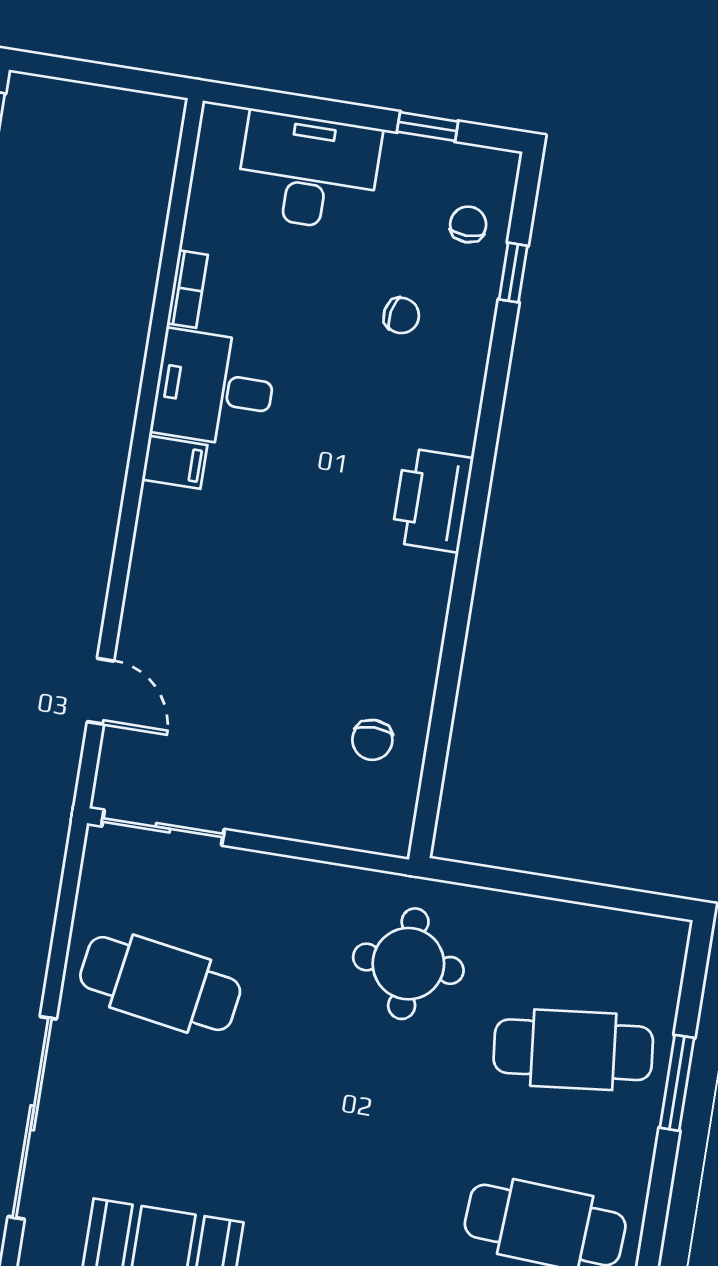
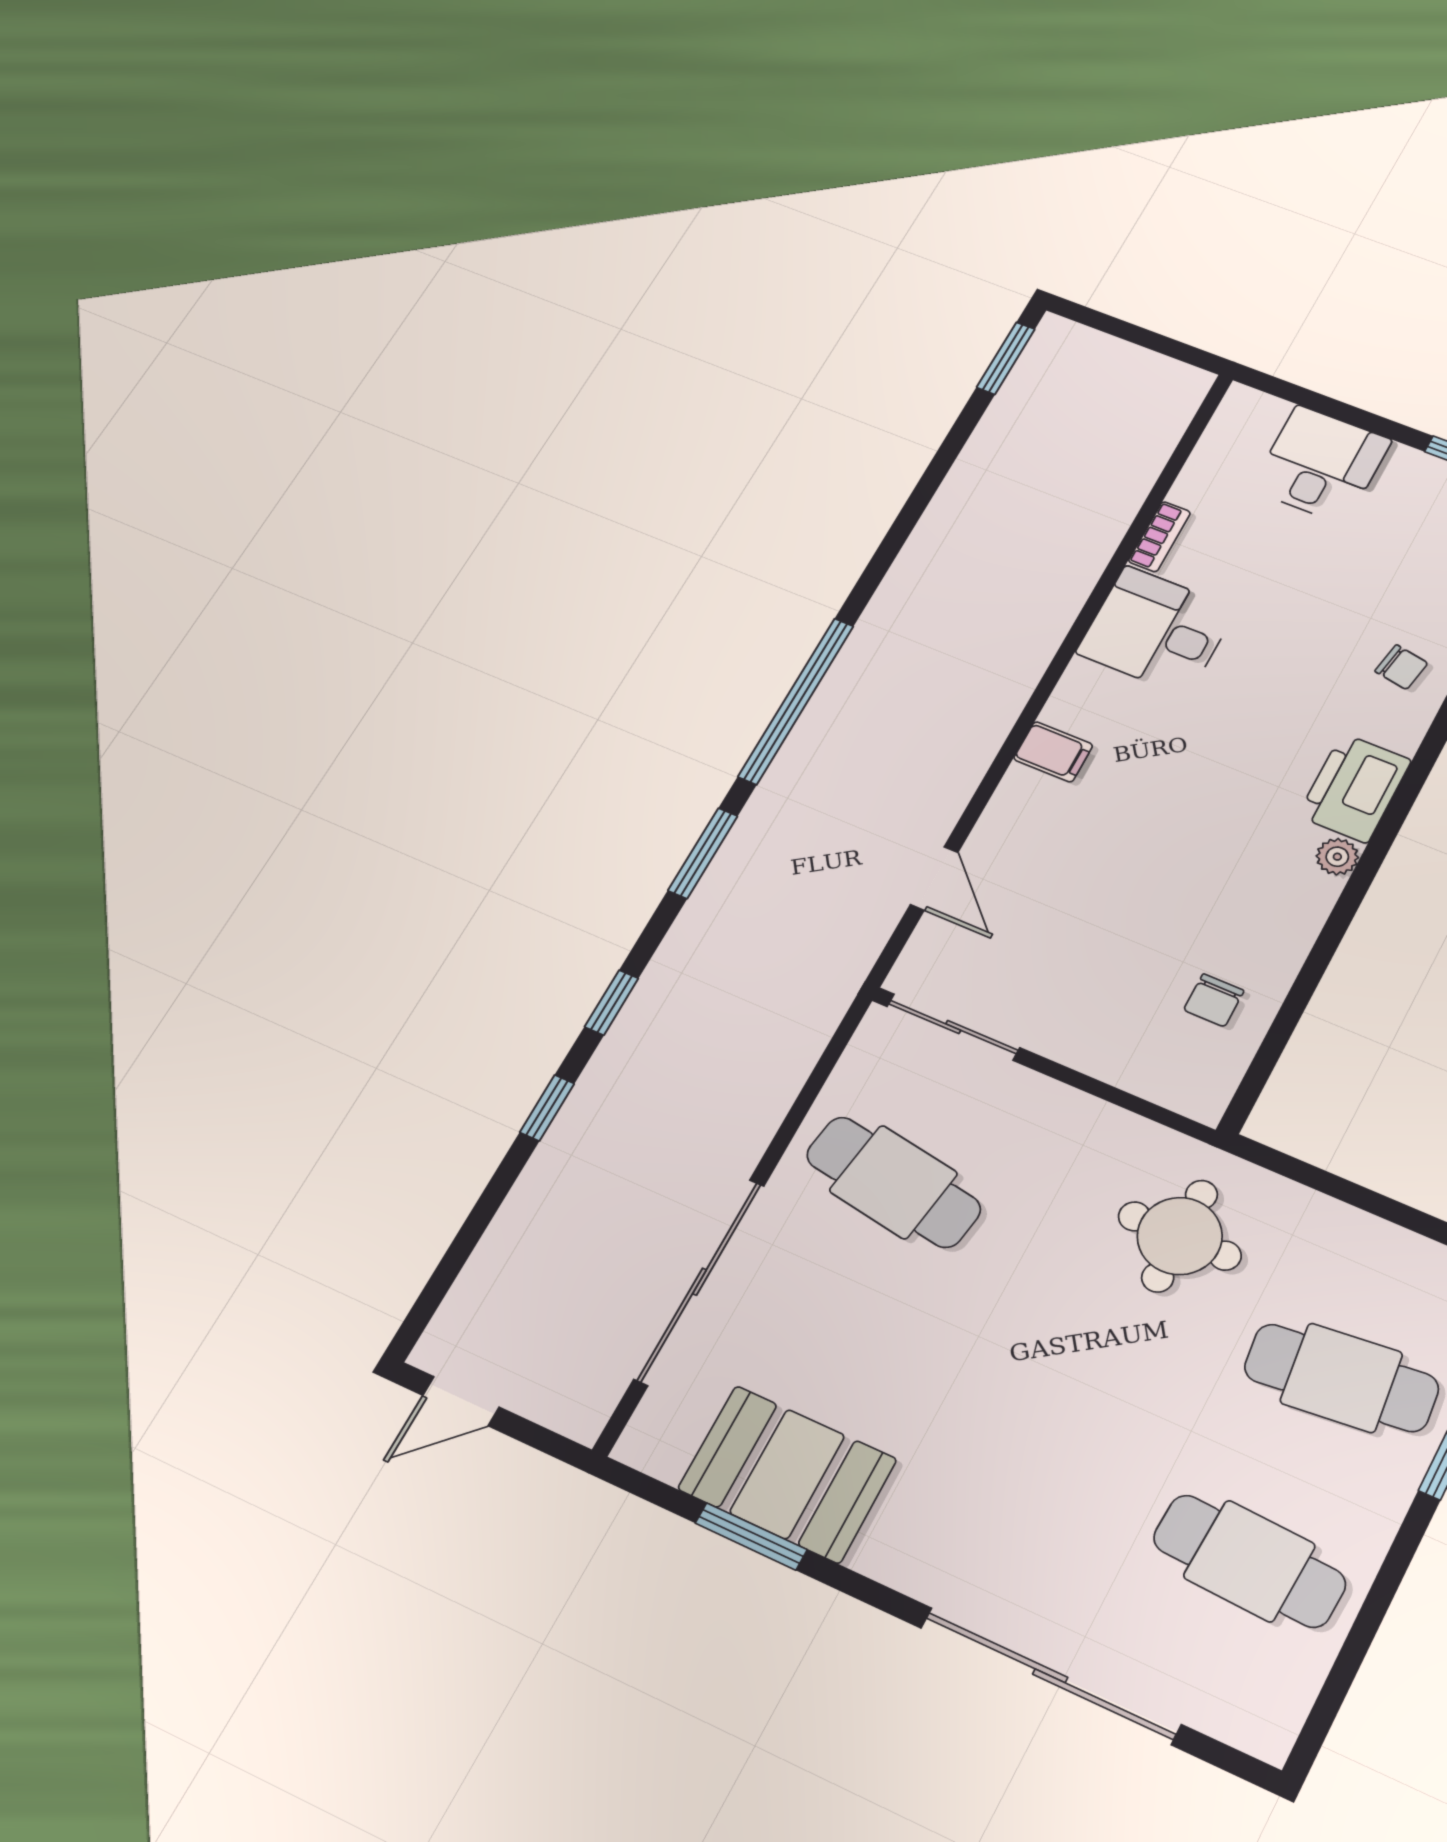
desk: (308, 171) -> (1321, 464), width x0.73
chair: (401, 316) -> (1401, 667), moved
filing cabinet: (175, 462) -> (1053, 752), moved
plant: (436, 572) -> (1337, 857), added

